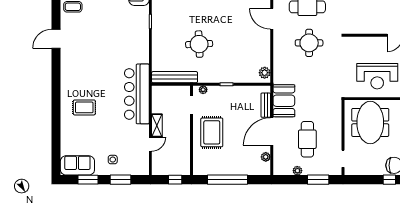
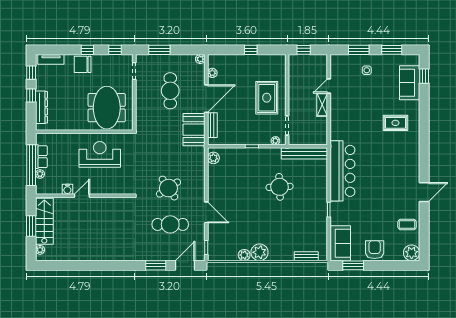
round table: (309, 43) -> (168, 188), turned -34
bar counter: (137, 94) -> (342, 171), moved
window: (56, 154) -> (424, 76), added
sofa: (77, 165) -> (410, 83), moved, turned 90
plant: (297, 171) -> (200, 59), moved
window: (228, 180) -> (251, 50), width x0.32
window: (362, 180) -> (115, 50), added

